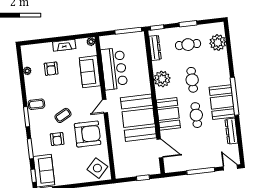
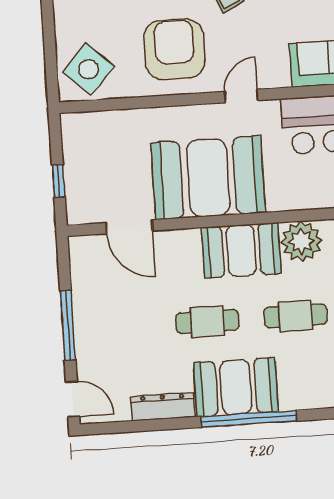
door: (105, 106) -> (241, 96), hinge flipped
booth: (168, 114) -> (241, 250), moved
armchair: (88, 134) -> (174, 49), turned 180
door: (160, 148) -> (129, 227), hinge flipped
door: (230, 168) -> (73, 399), hinge flipped

